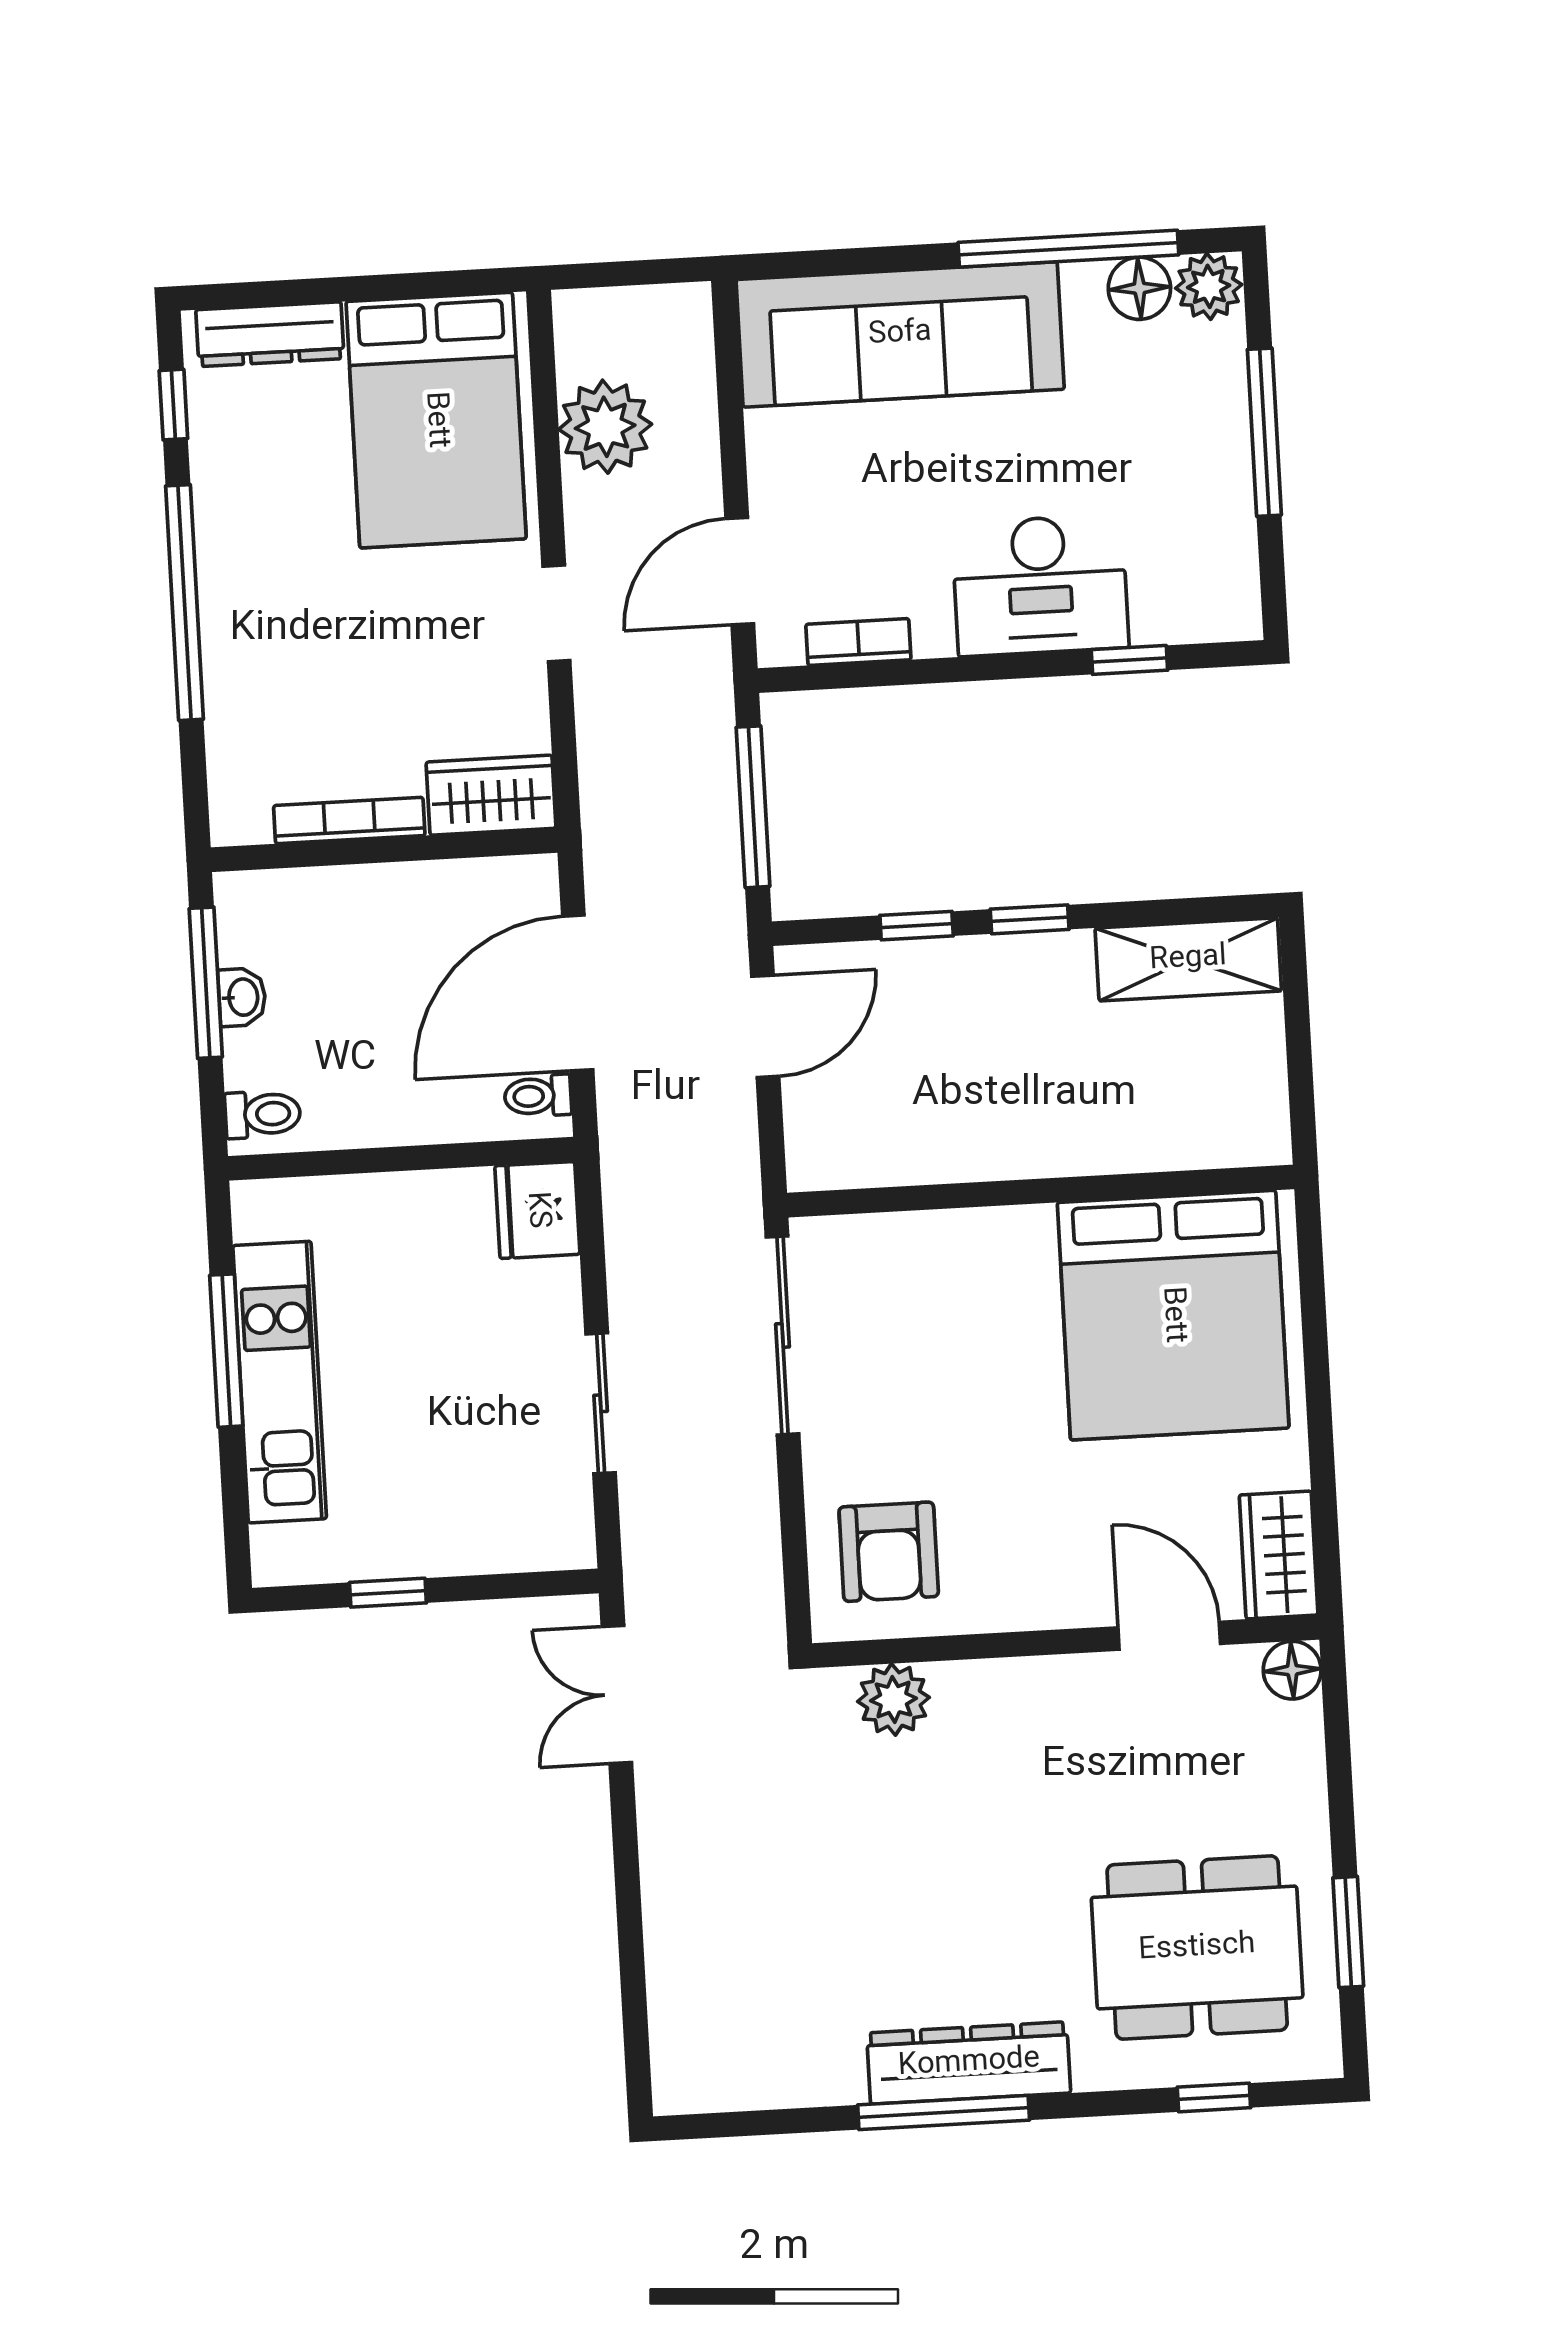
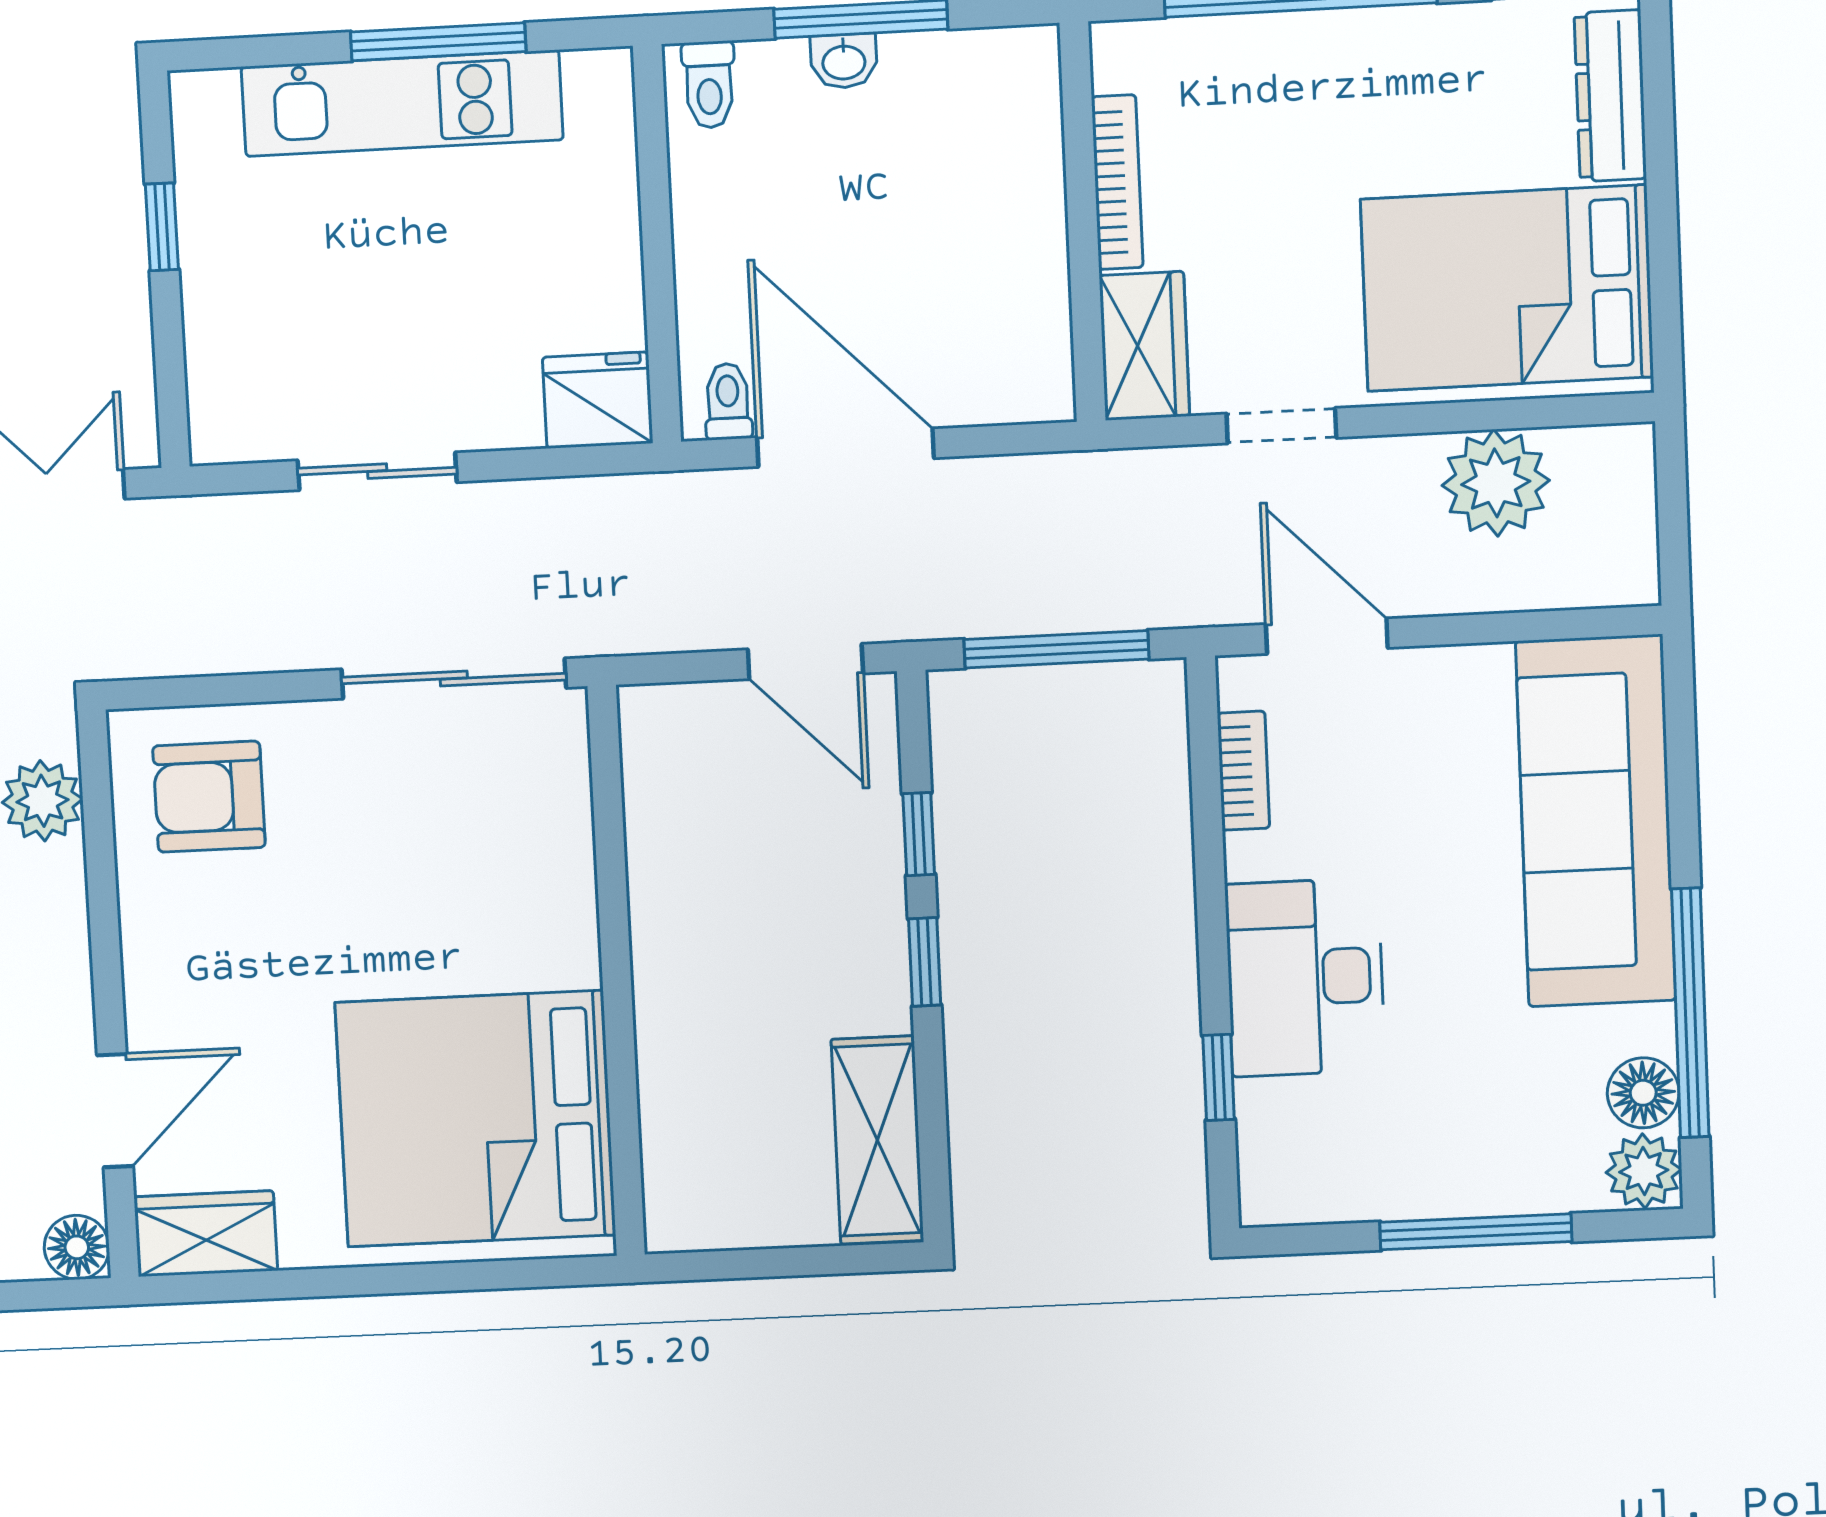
wardrobe: (491, 795) -> (1144, 346), moved
bookcase: (349, 821) -> (1117, 182), moved
wall: (384, 850) -> (1082, 222), moved

